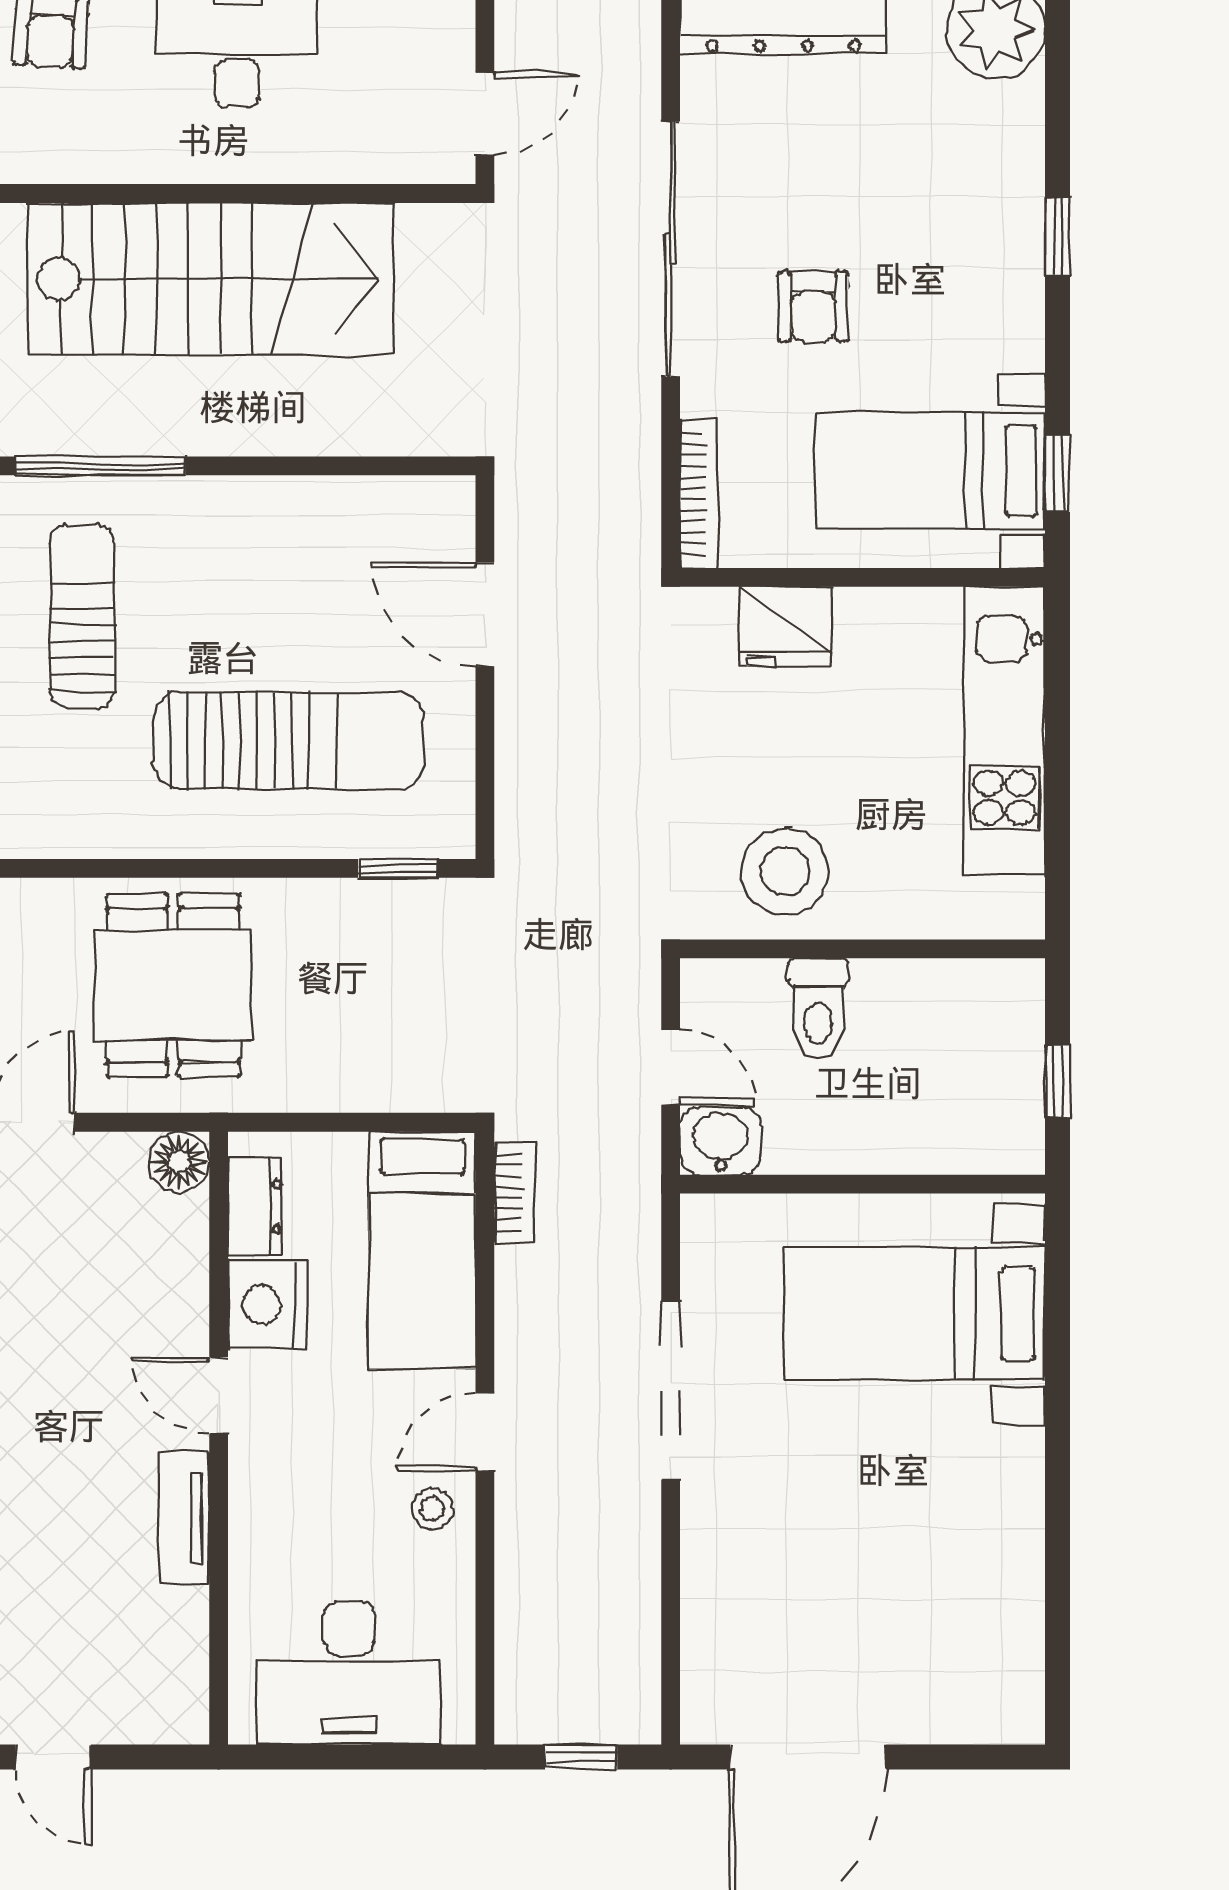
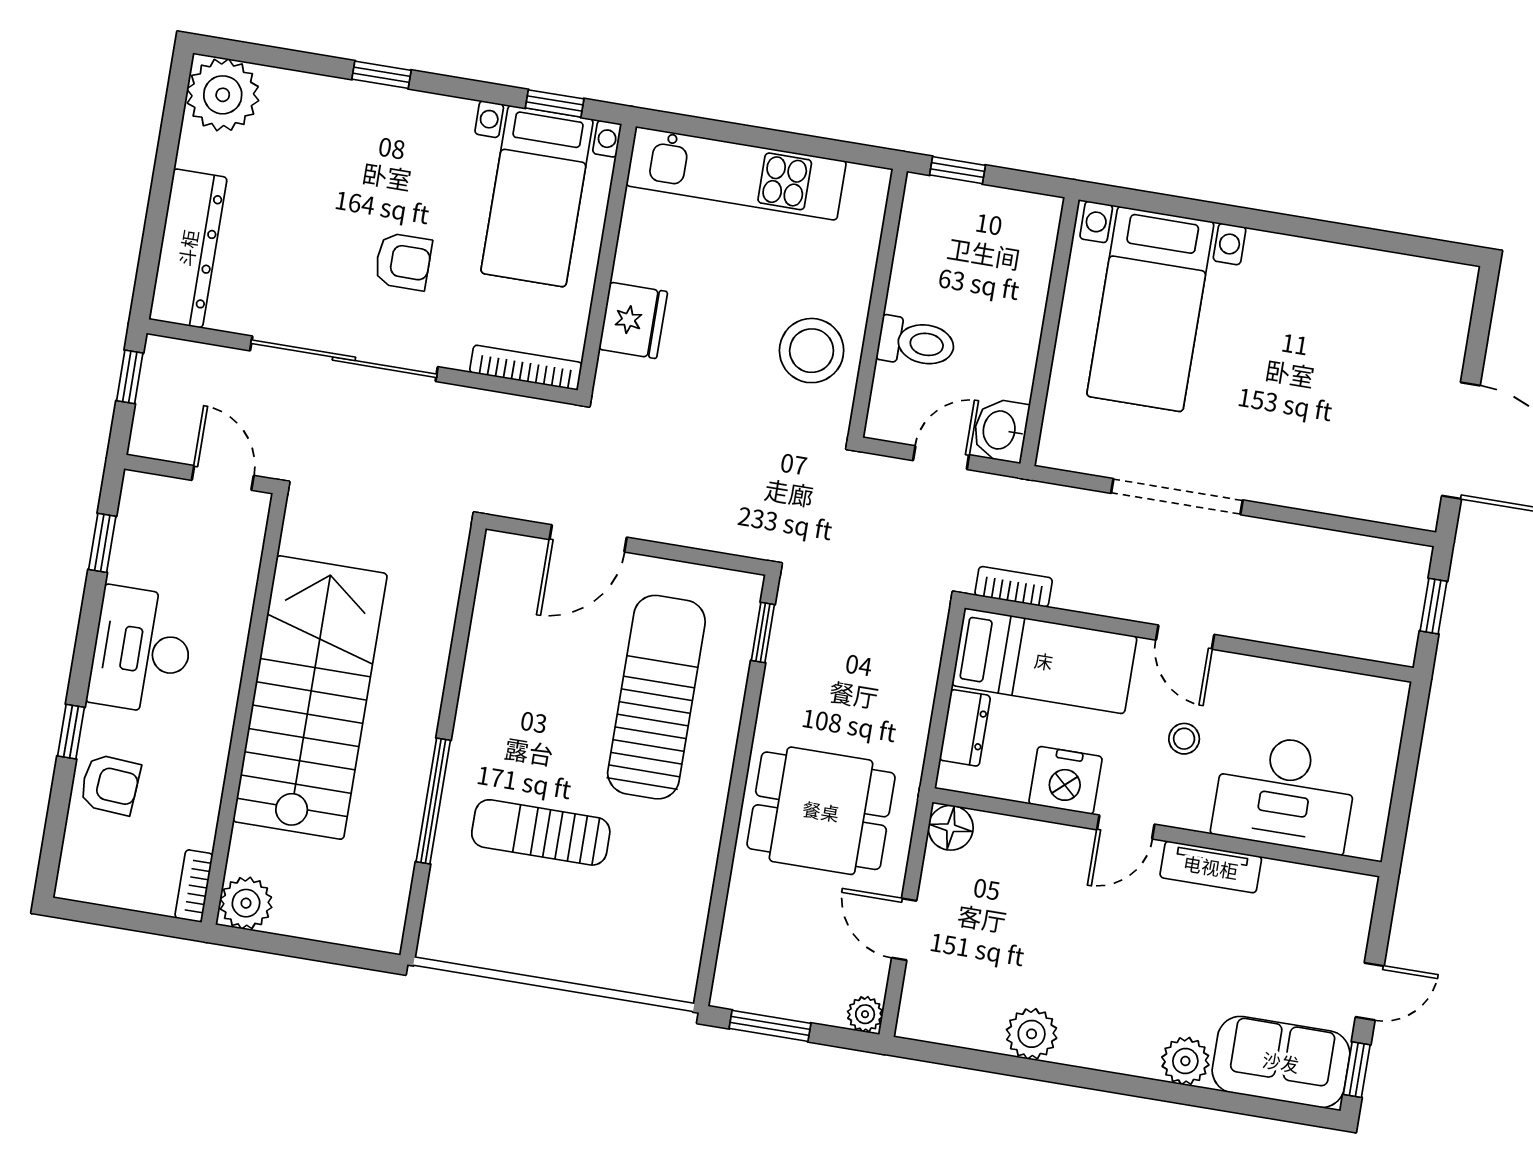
window: (1058, 1081) -> (957, 170), moved
dresser: (255, 1207) -> (965, 728), moved, turned 90
stool: (433, 1509) -> (1184, 739), moved
desk: (349, 1673) -> (1285, 793), moved, turned 90

